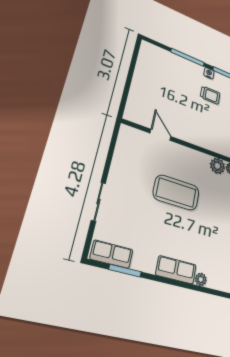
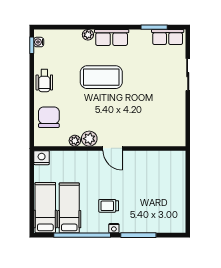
door: (160, 135) -> (113, 148), moved
coffee table: (176, 193) -> (101, 77), moved

